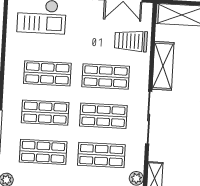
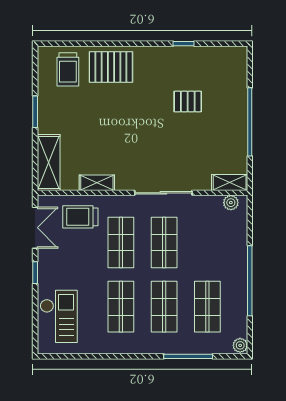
trolley: (131, 41) -> (80, 217), turned 90
shelving: (163, 66) -> (97, 183), width x0.67, depth x0.75
shop shelf: (101, 155) -> (207, 243), removed

